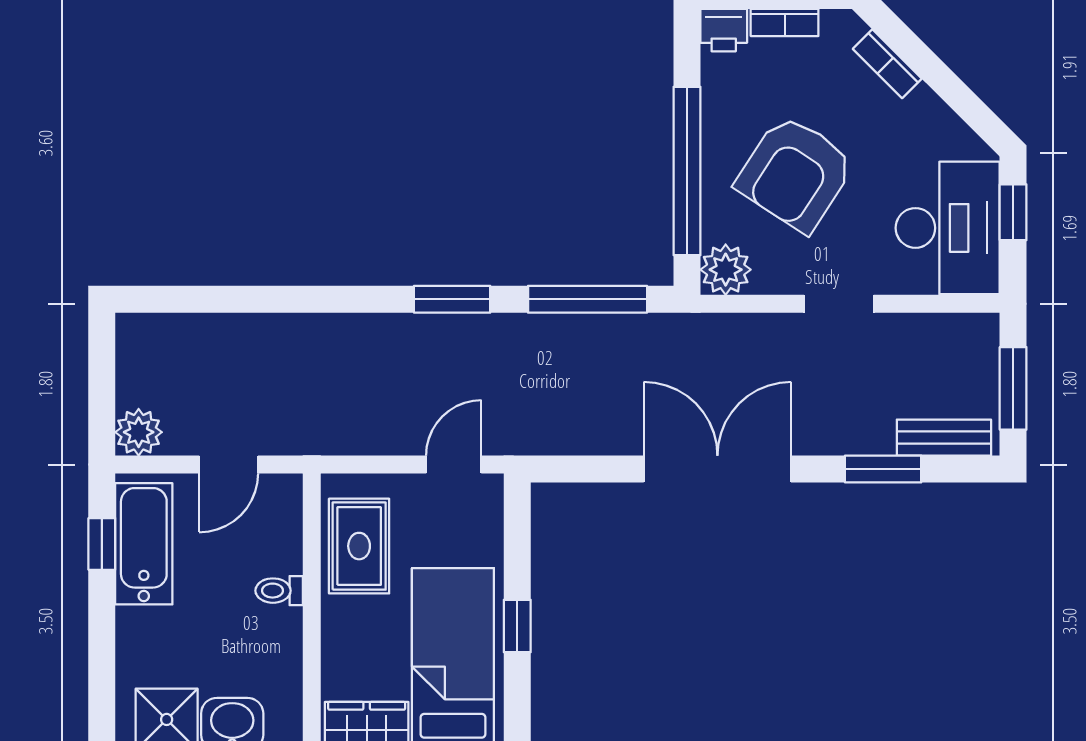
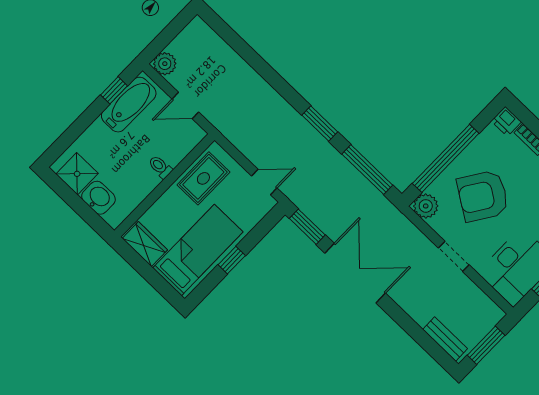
window: (883, 469) -> (307, 227), moved

